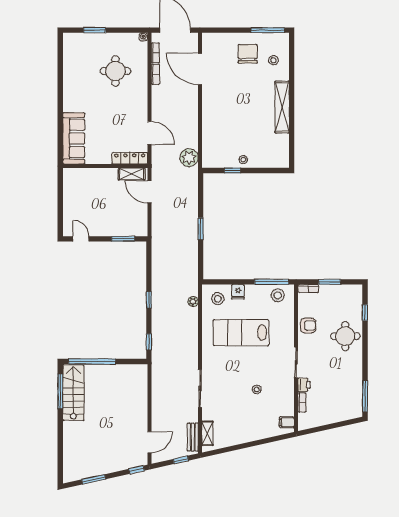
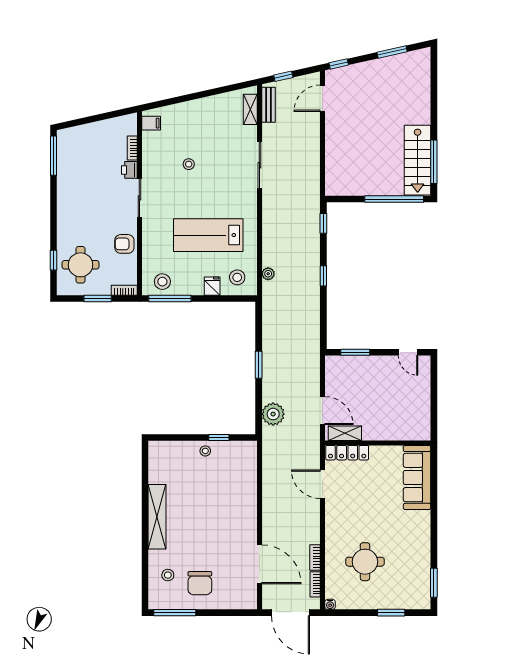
window: (60, 54) -> (434, 583), added
plant: (189, 158) -> (273, 414), moved
lab bench: (241, 333) -> (208, 235), turned 180
round table: (345, 336) -> (80, 265), moved

